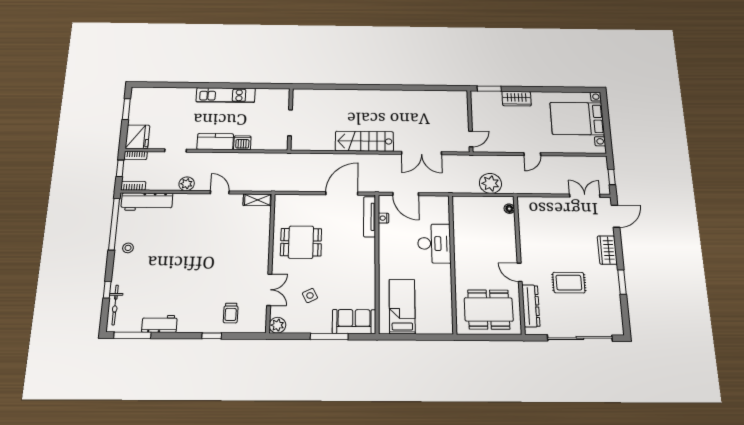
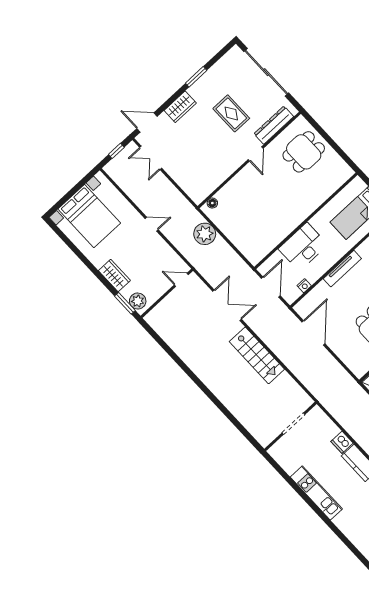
plant: (483, 98) -> (138, 301), added
door: (342, 193) -> (313, 333), swing flipped
tv unit: (370, 217) -> (342, 269), moved
desk: (434, 243) -> (303, 247), moved
wall: (453, 263) -> (306, 221), moved
dining table: (489, 309) -> (304, 152), width x0.73

